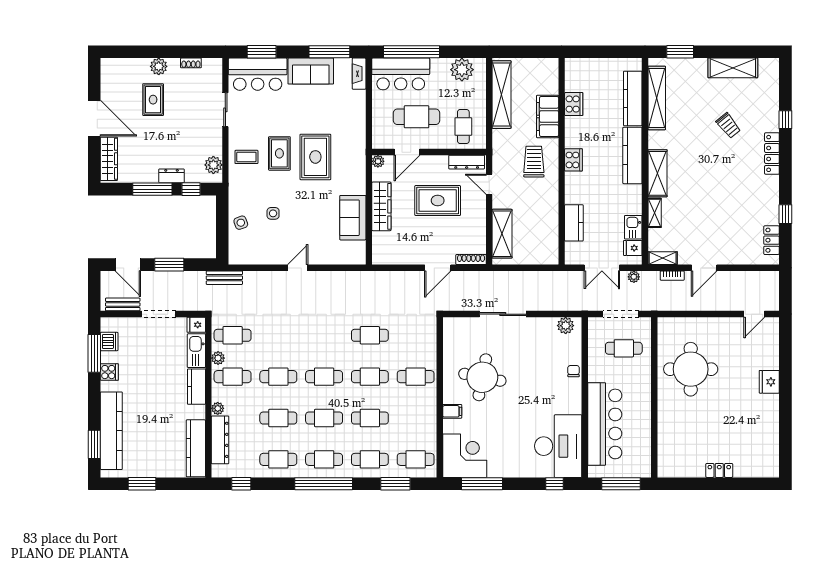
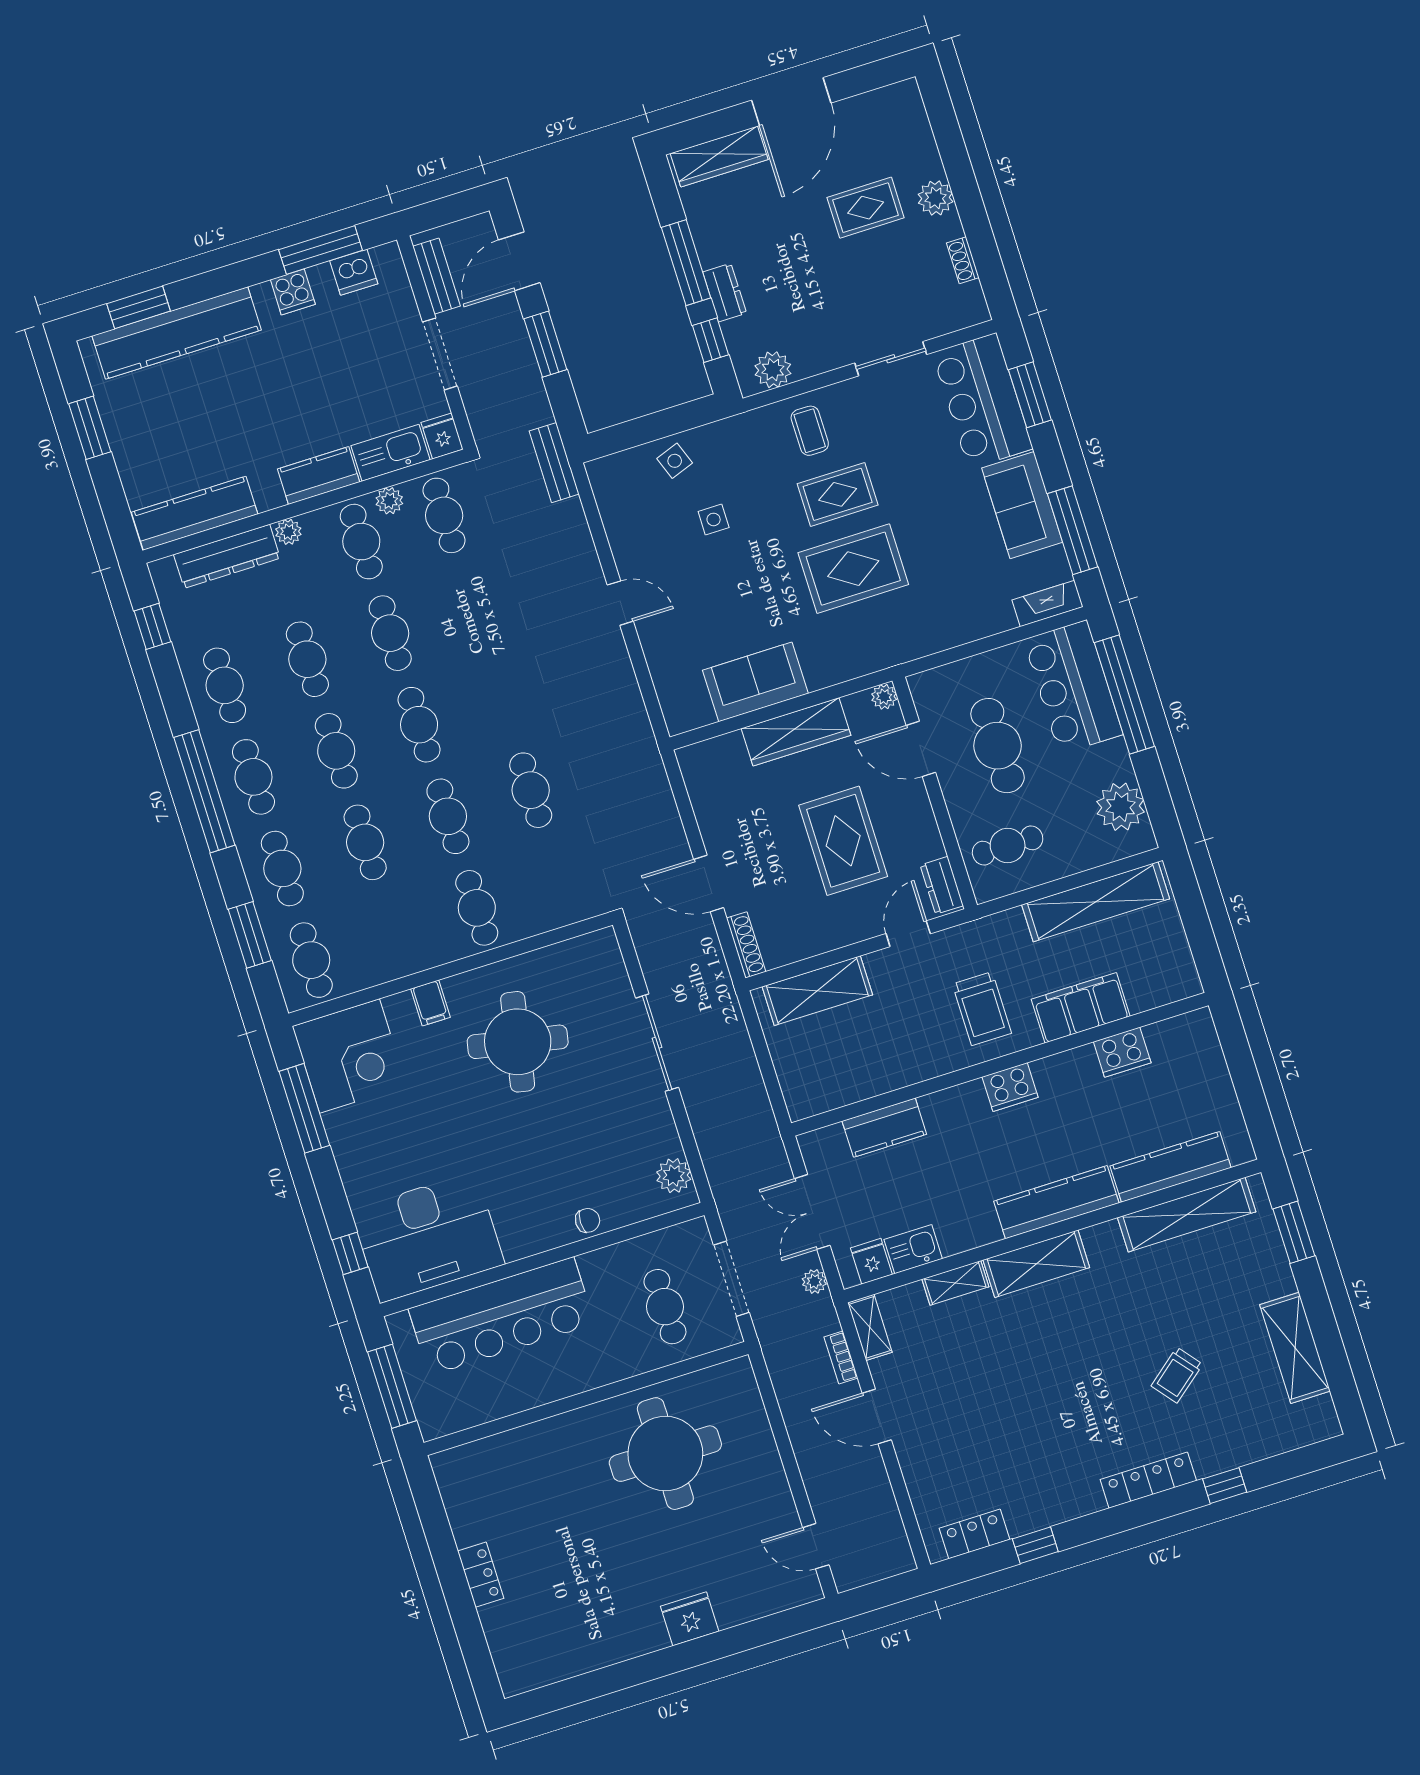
dresser: (467, 162) -> (942, 885), width x0.70
trolley: (534, 162) -> (982, 1009), turned 90

